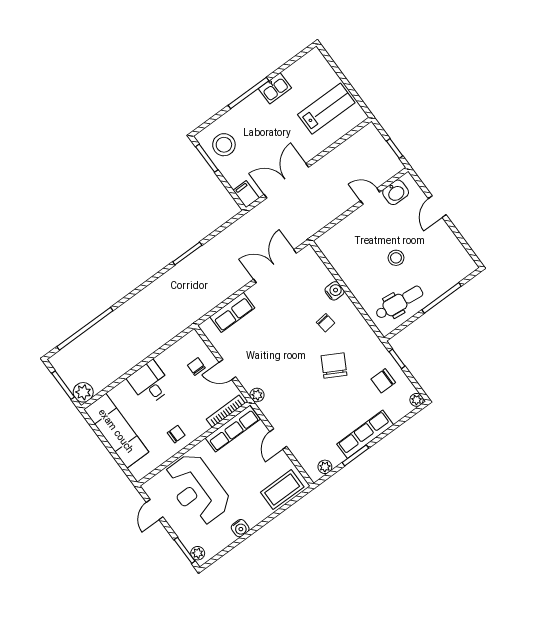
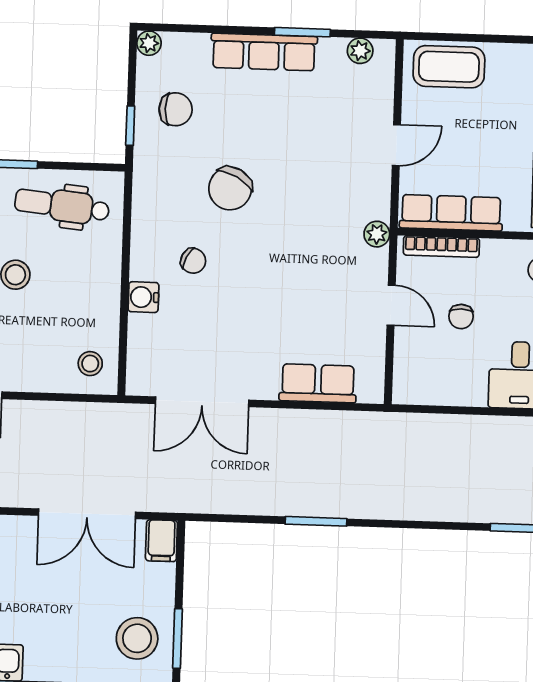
stool: (335, 245) -> (90, 364), added
chair: (326, 323) -> (193, 261), turned 124
chair: (196, 367) -> (461, 317), moved

